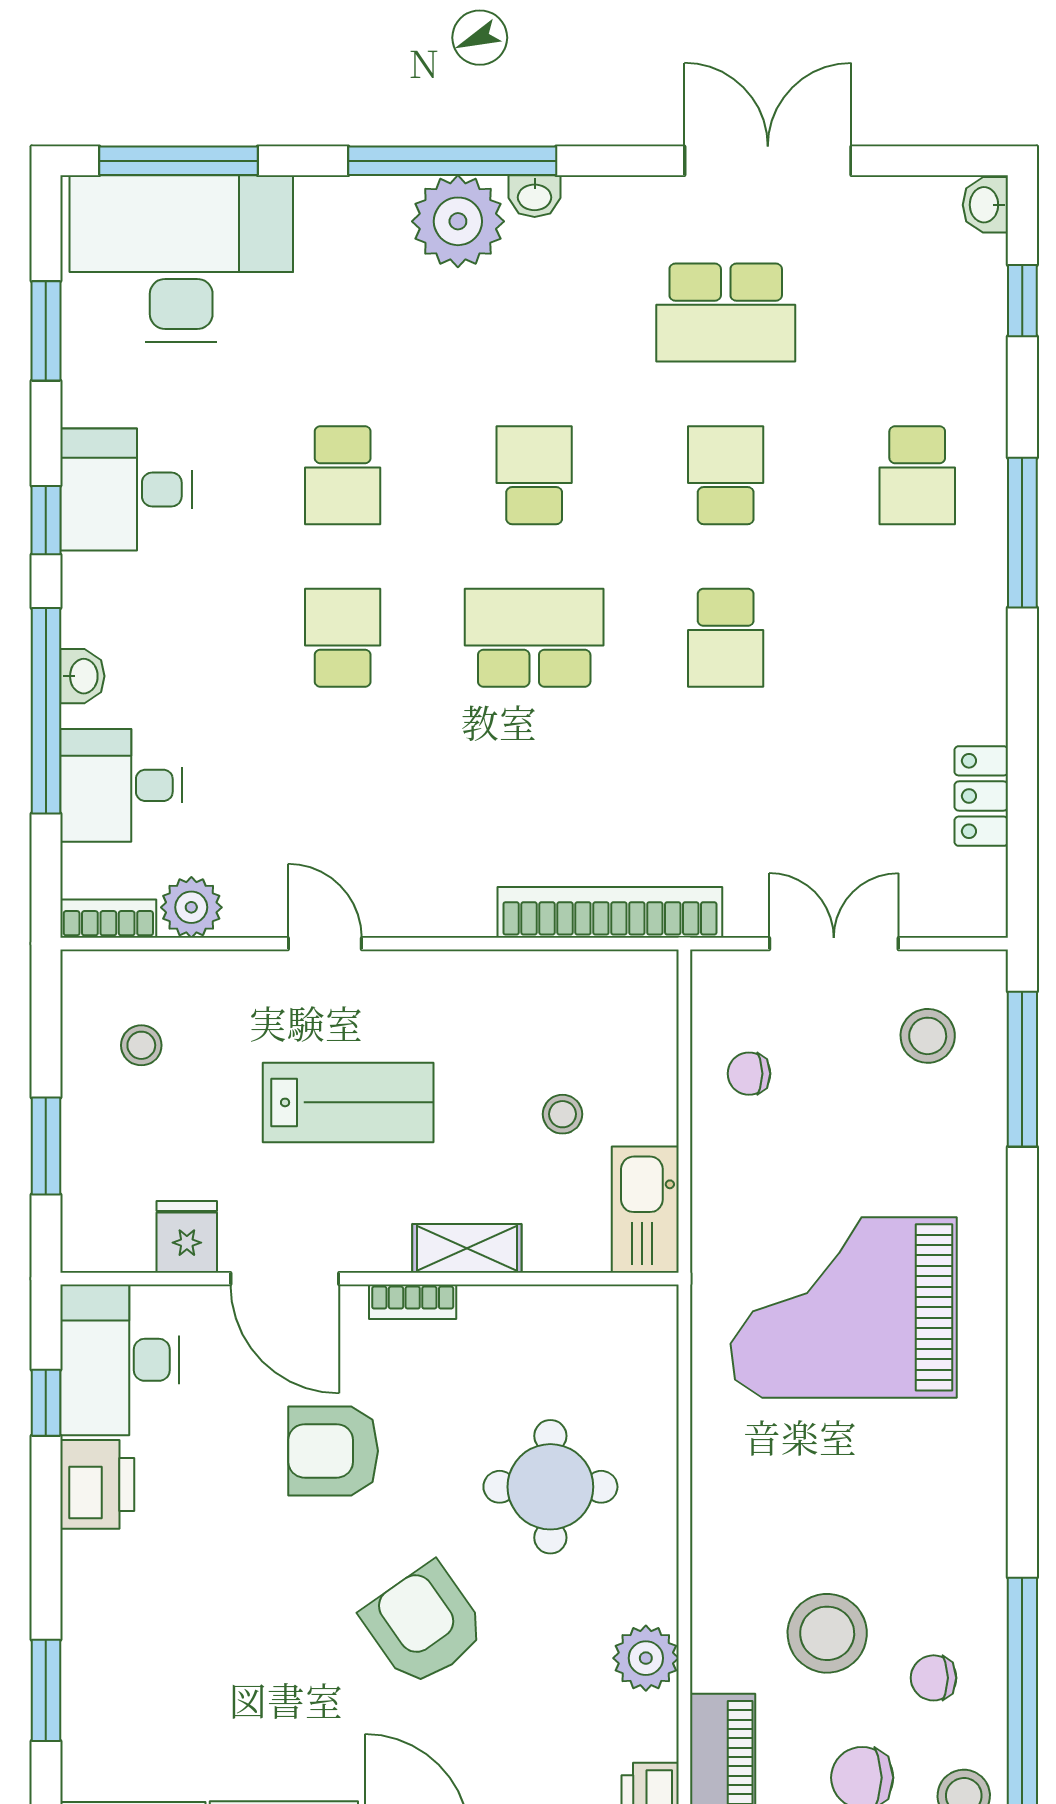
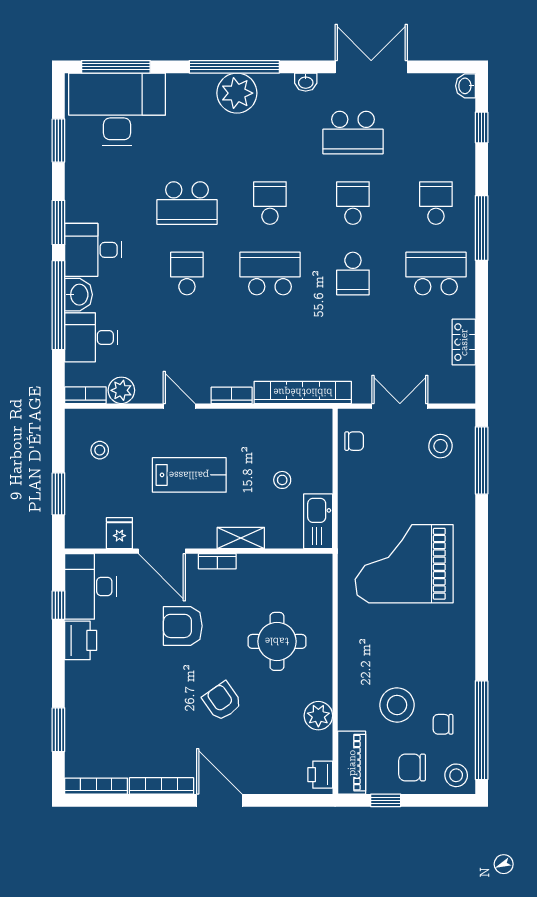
washbasin: (535, 196) -> (306, 82), moved
school desk: (343, 475) -> (187, 203), width x1.85
school desk: (917, 475) -> (436, 203), turned 180
desk: (126, 489) -> (93, 250), moved
window: (46, 520) -> (58, 223), width x1.50
school desk: (917, 638) -> (436, 274), added
washbasin: (82, 676) -> (78, 295), width x1.38, depth x1.45
bookcase: (446, 919) -> (232, 395), added
chair: (749, 1074) -> (354, 441), moved, turned 180
armchair: (424, 1625) -> (222, 701), width x0.72, depth x0.72

